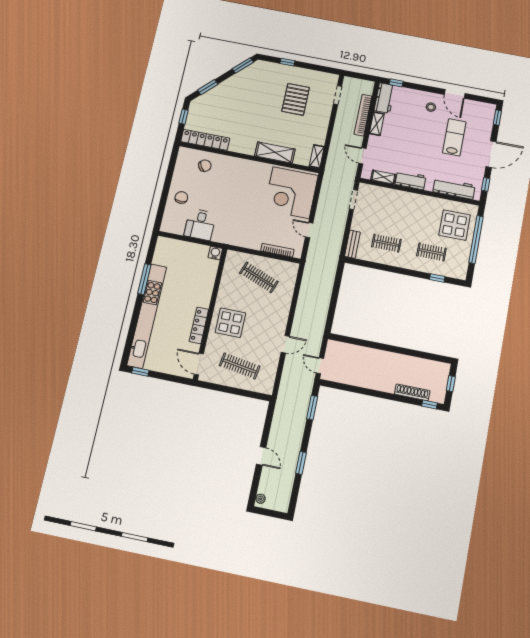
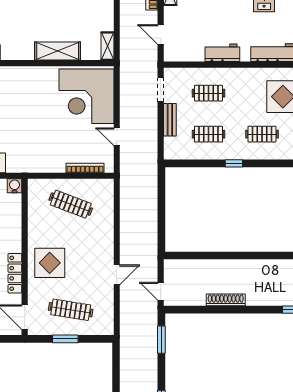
shelving: (383, 177) -> (190, 55), removed
clothes rail: (393, 210) -> (208, 93), added
bench: (352, 244) -> (170, 120), moved
window: (437, 278) -> (234, 163), moved
window: (229, 390) -> (65, 339), added
shoe rack: (412, 392) -> (226, 300), moved

